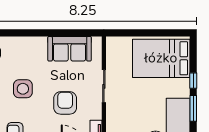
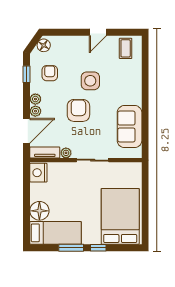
armchair: (65, 103) -> (78, 110), moved, turned -90
plant: (96, 114) -> (66, 153), added

